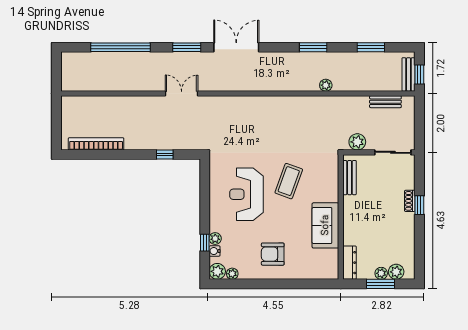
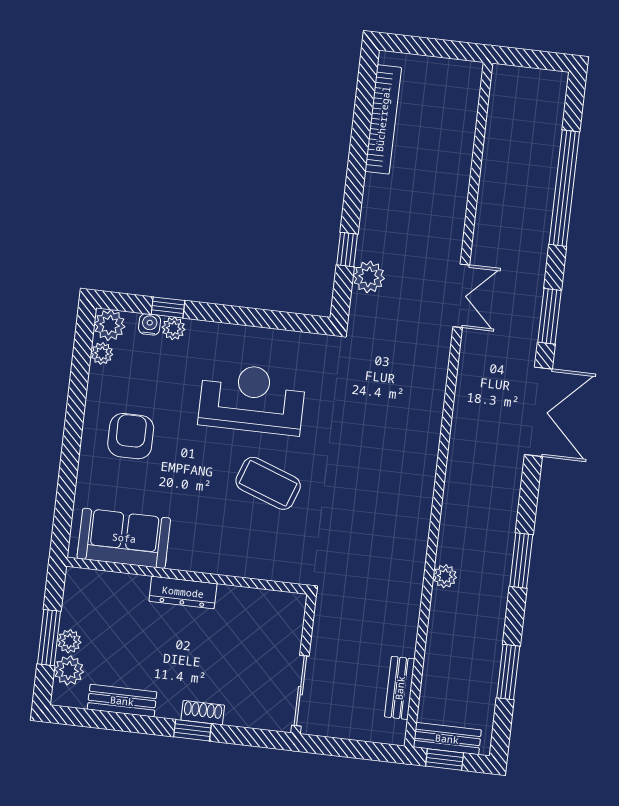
plant: (357, 142) -> (369, 277), moved
bench: (350, 178) -> (122, 701), moved
sofa: (325, 225) -> (124, 538), moved
dresser: (350, 263) -> (183, 592), moved

